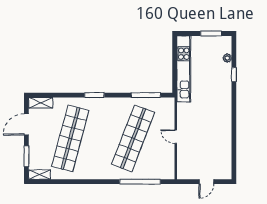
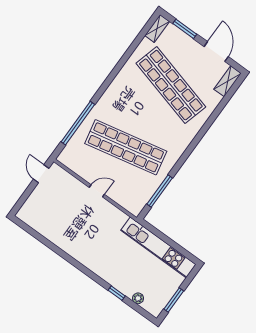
window: (94, 95) -> (197, 140), removed
shop shelf: (133, 138) -> (126, 147), turned -33
door: (206, 182) -> (41, 174), moved

